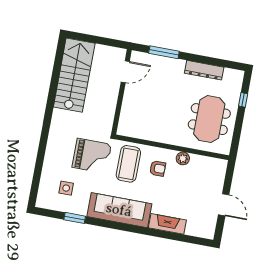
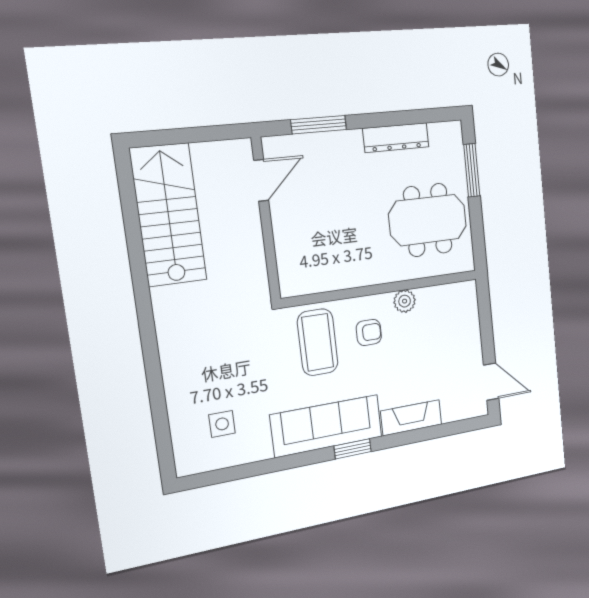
window: (243, 100) -> (472, 170), width x2.17
meeting table: (209, 119) -> (428, 220), turned 90
grand piano: (92, 156) -> (250, 351), removed
door: (224, 205) -> (491, 382), moved
window: (75, 218) -> (353, 449), moved

